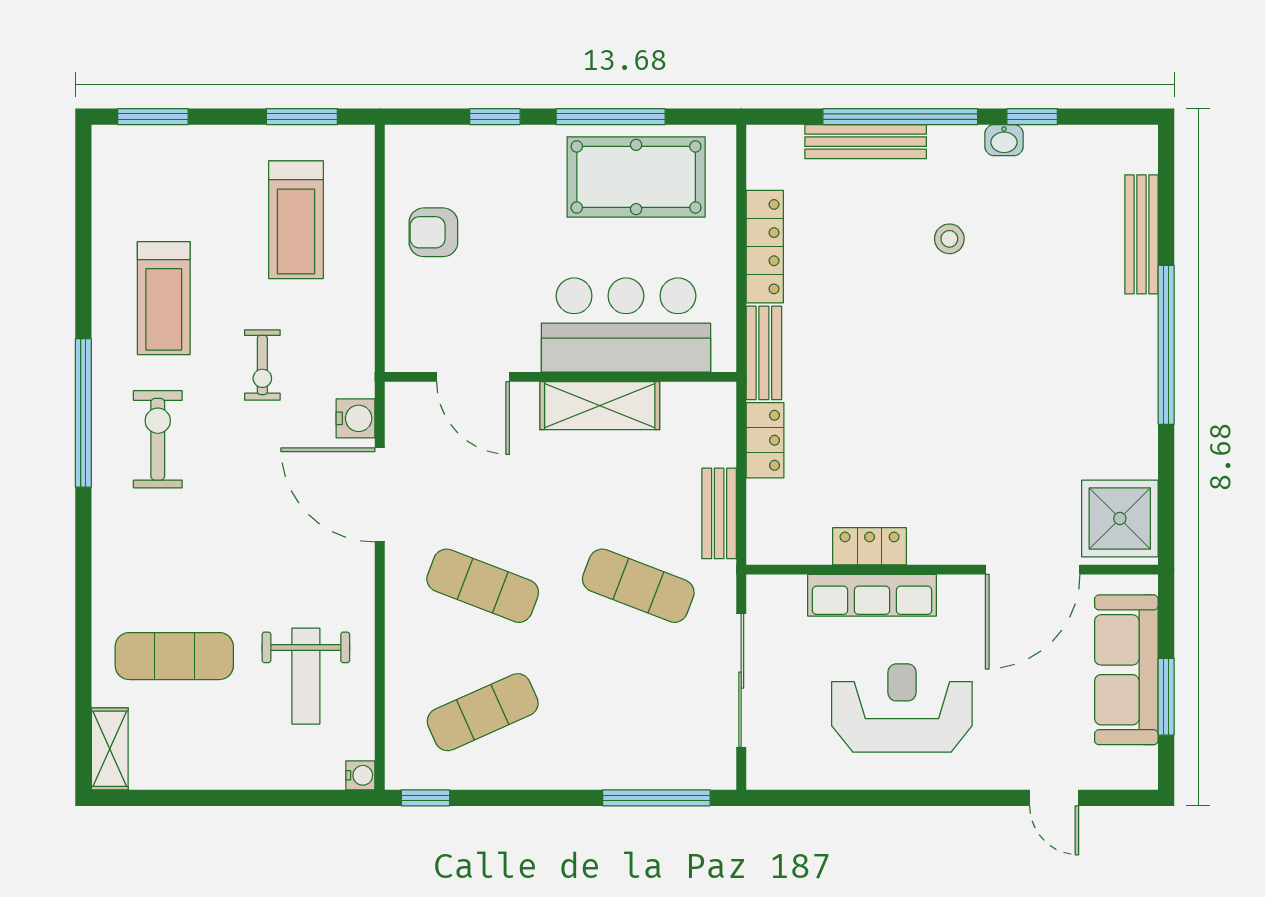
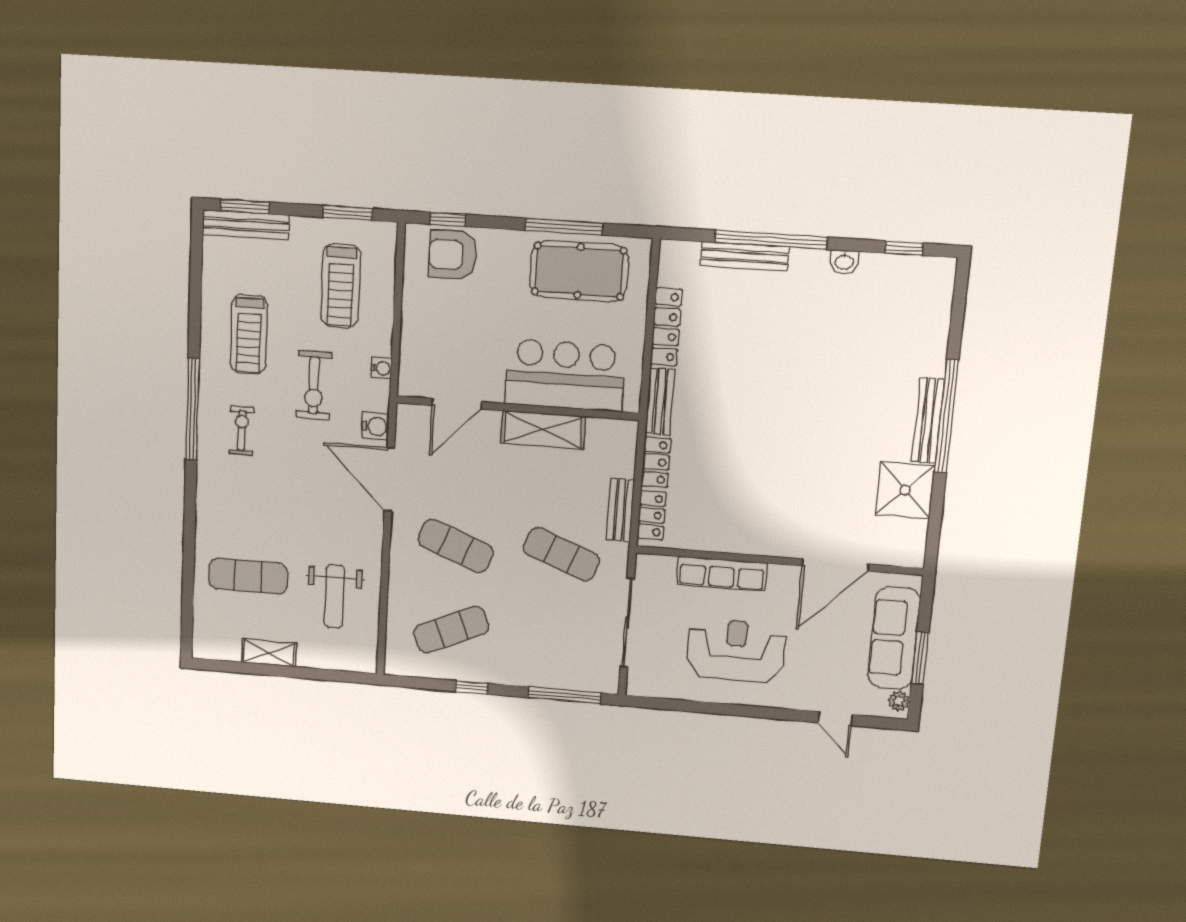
window: (495, 117) -> (448, 219), moved
window: (1032, 117) -> (904, 248), moved
bench: (155, 142) -> (246, 225), added
armchair: (433, 232) -> (453, 255), moved, width x1.38, depth x1.38
bench: (1141, 234) -> (928, 421), moved
stool: (949, 239) -> (798, 330), removed
exercise bike: (262, 365) -> (314, 385), width x1.38, depth x1.39
door: (473, 377) -> (457, 404), hinge flipped
exercise bike: (158, 439) -> (242, 431), width x0.73, depth x0.72
shower: (1120, 519) -> (905, 490), moved
locker: (870, 546) -> (652, 515), moved, turned 90
shelving: (110, 749) -> (269, 653), moved, turned 90
plant: (1143, 763) -> (899, 701), added
water cooler: (360, 775) -> (381, 368), moved
window: (425, 798) -> (472, 687), moved

